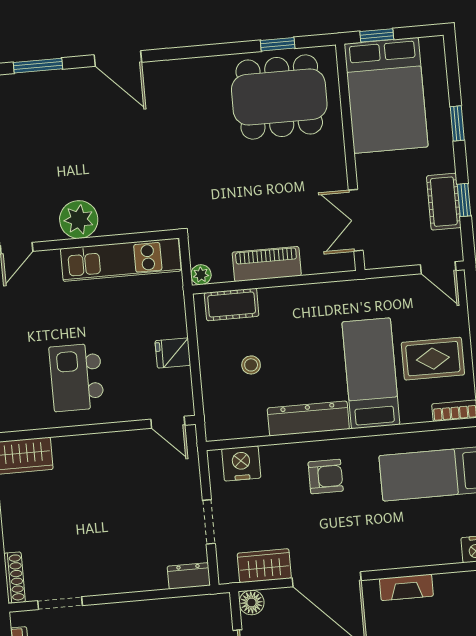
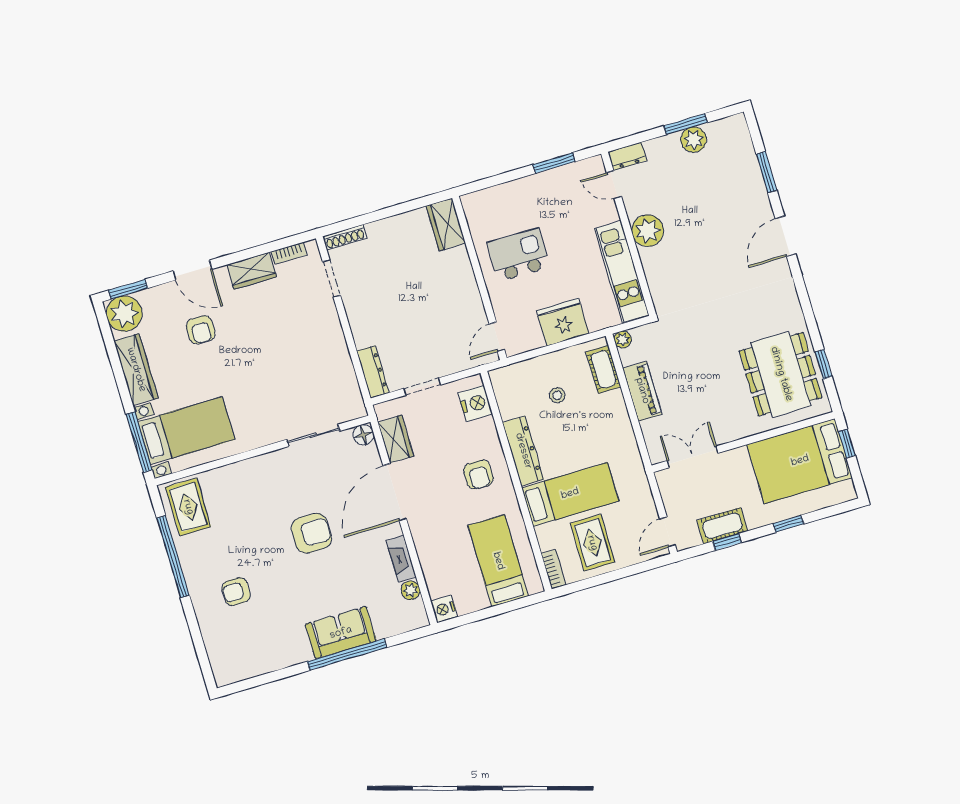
fridge: (173, 353) -> (563, 322), width x1.88, depth x1.34
dresser: (189, 576) -> (373, 372), width x1.44
plant: (446, 584) -> (411, 590), added

